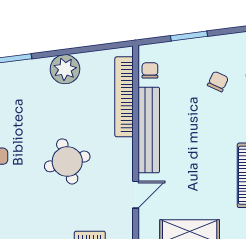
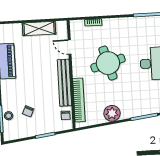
round table: (67, 161) -> (108, 63), width x1.36, depth x1.36
door: (136, 195) -> (70, 47), hinge flipped

